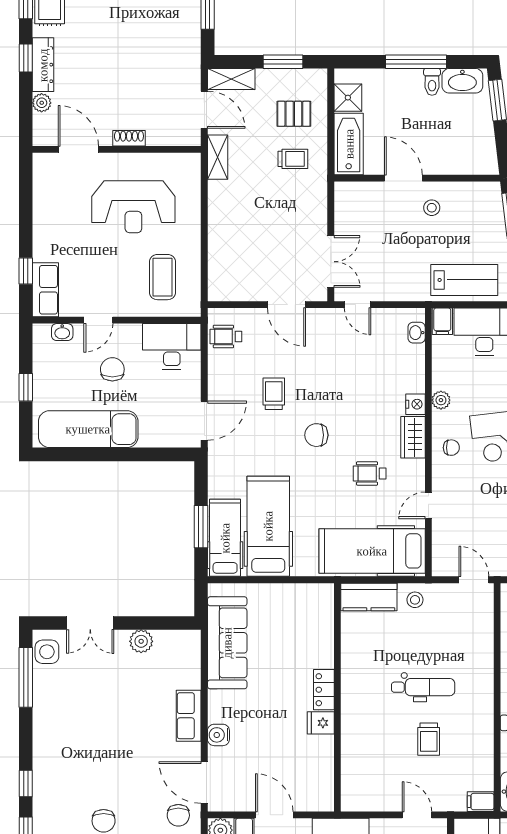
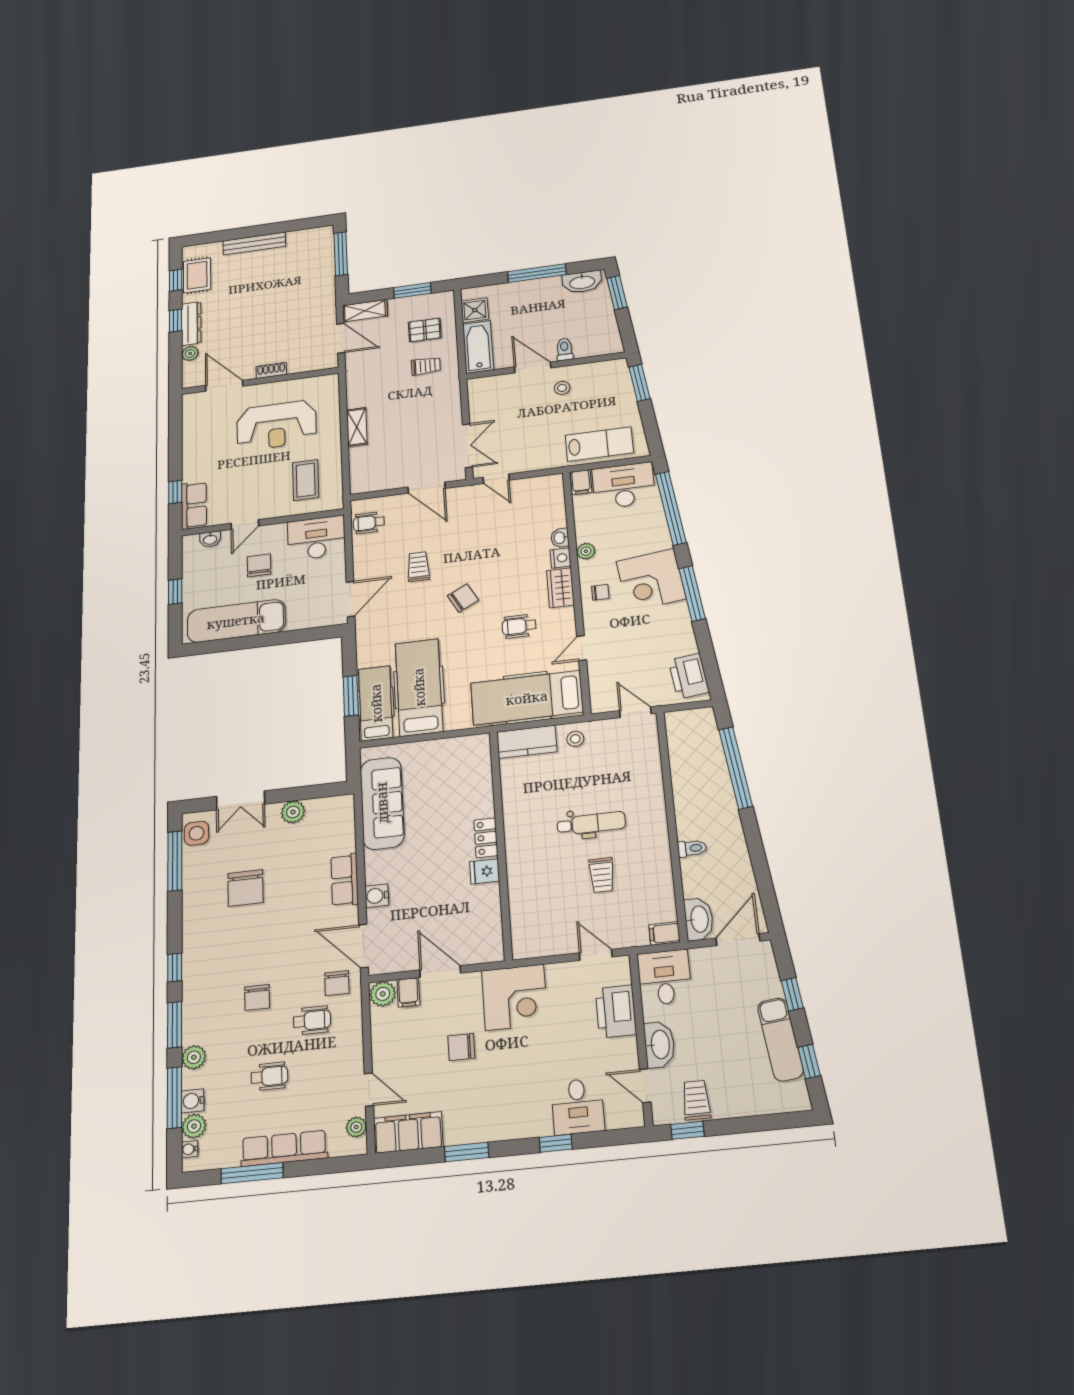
toilet: (432, 82) -> (564, 349), moved, turned 180
shelving: (218, 157) -> (357, 427), moved
washbasin: (417, 333) -> (560, 538), moved
chair: (316, 435) -> (463, 598), turned 152
chair: (94, 713) -> (246, 888), added

